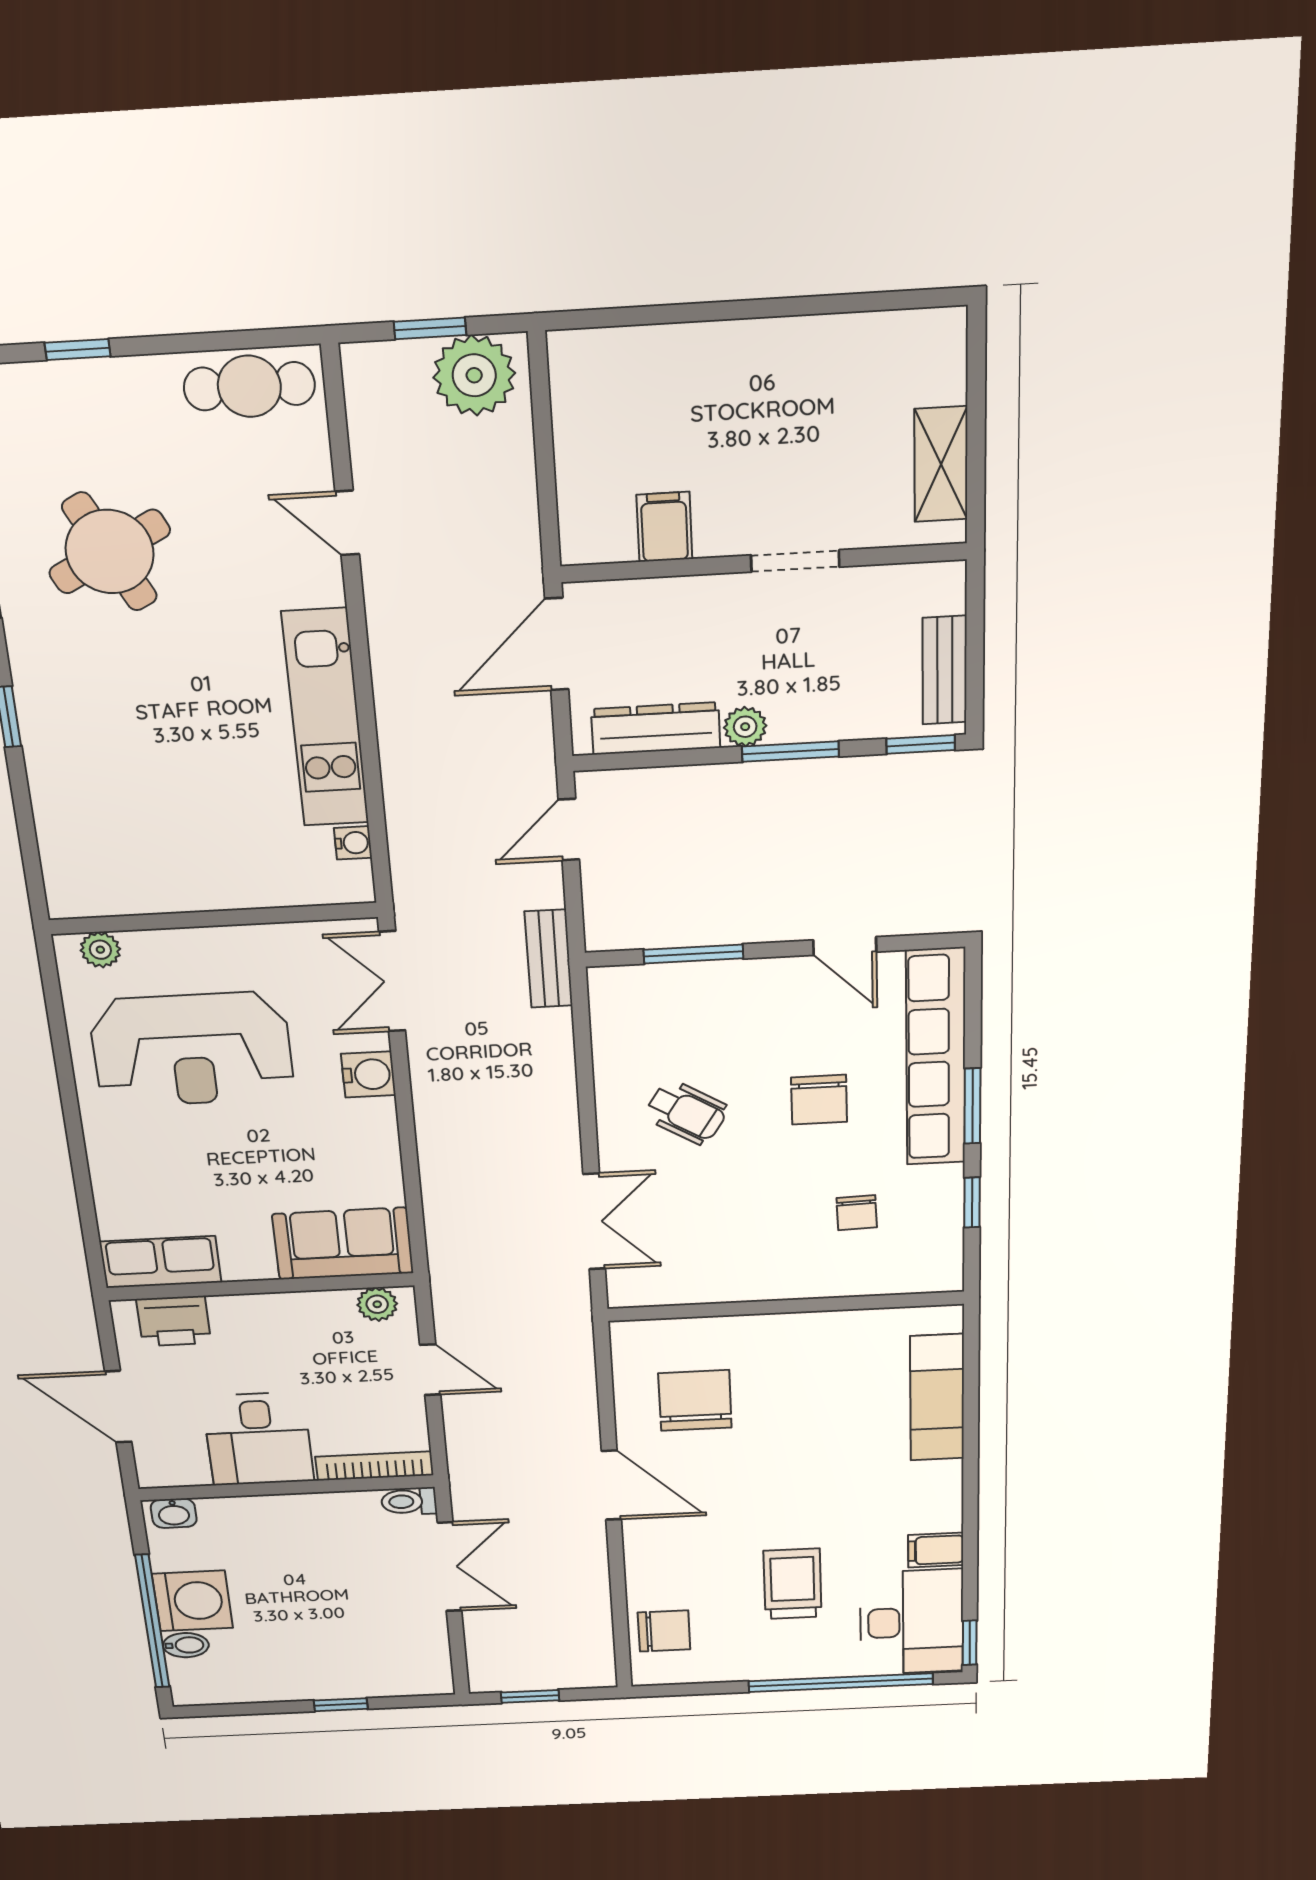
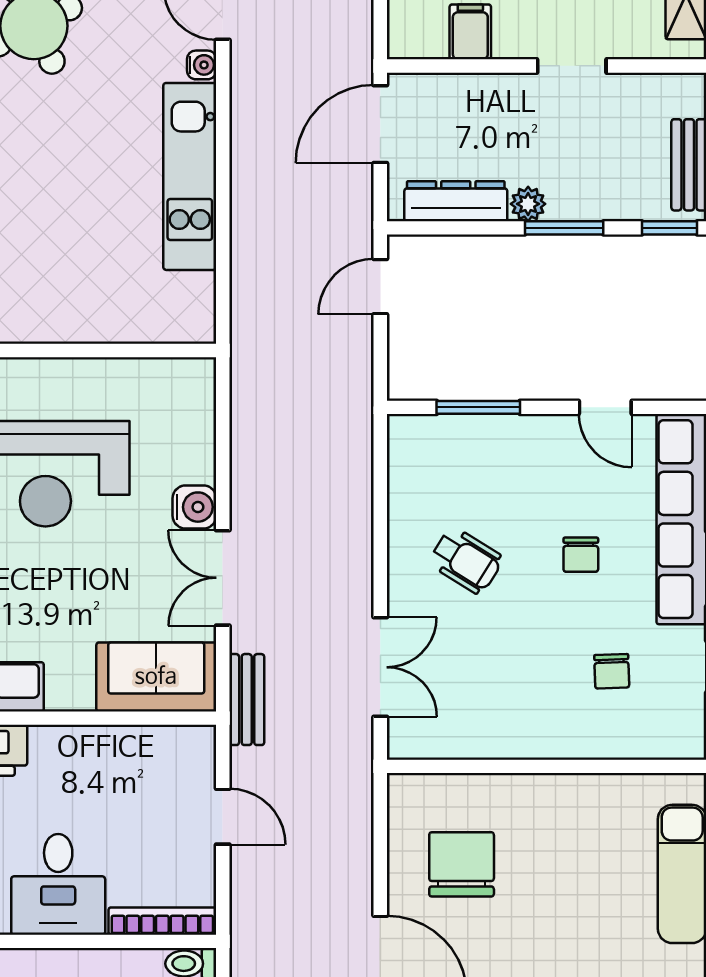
water cooler: (353, 843) -> (202, 65), moved
bench: (549, 959) -> (247, 700), moved
double door: (392, 981) -> (223, 578), moved
chair: (819, 1100) -> (581, 555), width x0.73, depth x0.73
plant: (377, 1304) -> (181, 743), removed

